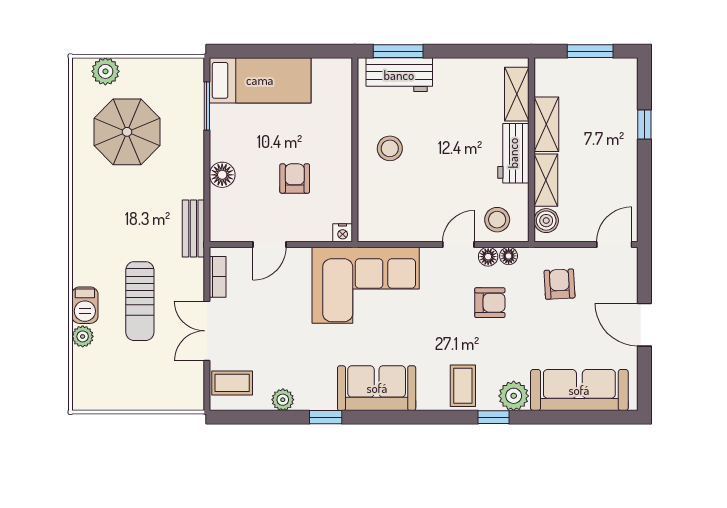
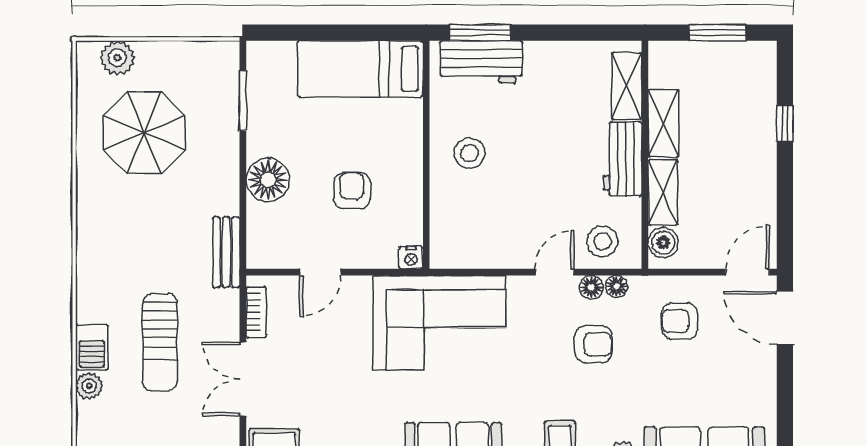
bed: (260, 80) -> (360, 69), moved, turned 180
floor lamp: (222, 175) -> (268, 180), width x1.38, depth x1.38
armchair: (560, 284) -> (680, 321), turned -87
door: (644, 325) -> (785, 318), moved

